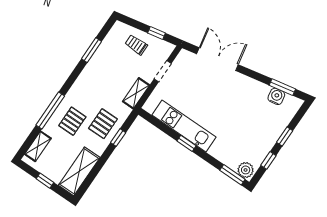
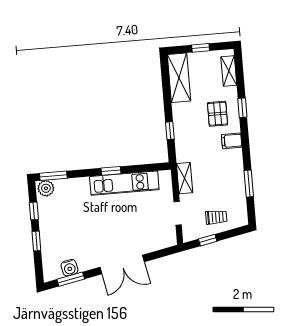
double door: (217, 59) -> (122, 264), moved
filing cabinet: (78, 92) -> (232, 141), added
window: (50, 111) -> (242, 108), width x0.46
pallet: (103, 124) -> (191, 132), removed

